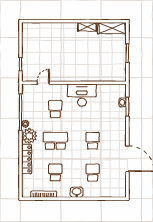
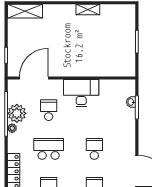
shelving: (112, 28) -> (25, 11), moved
door: (43, 83) -> (34, 78), width x1.87
plant: (29, 136) -> (17, 113), moved

